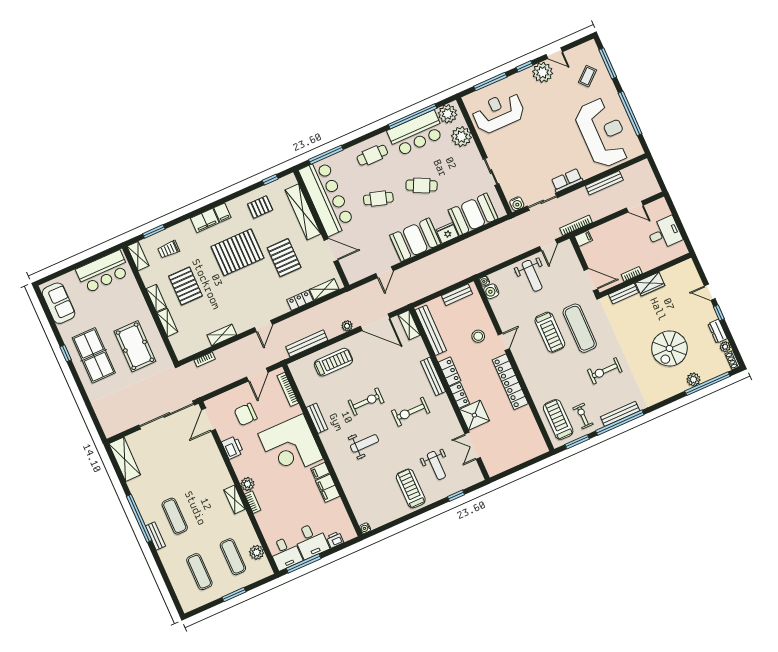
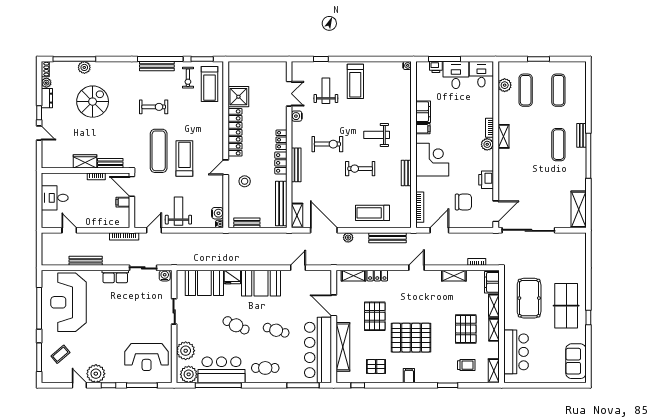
filing cabinet: (205, 220) -> (492, 282), moved, turned -90
window: (154, 231) -> (448, 385), moved
filing cabinet: (583, 238) -> (123, 202), moved
bar counter: (103, 272) -> (516, 352), moved, turned 90
shower: (474, 415) -> (238, 97), moved
water cooler: (455, 426) -> (297, 116), added
corner desk: (291, 446) -> (432, 160), width x0.74, depth x0.74
window: (304, 563) -> (445, 59), moved

